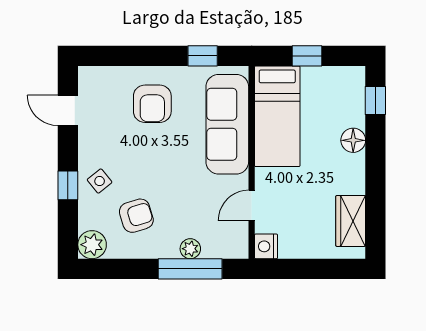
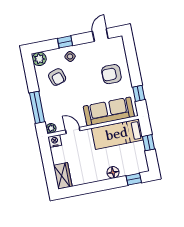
wardrobe: (351, 221) -> (63, 176), moved, turned 90
plant: (190, 249) -> (51, 128), moved

